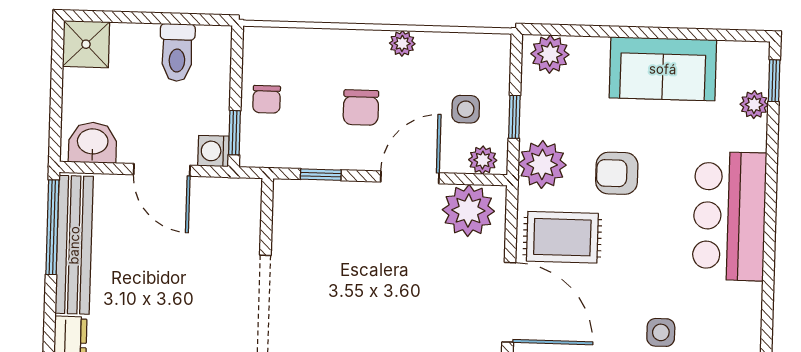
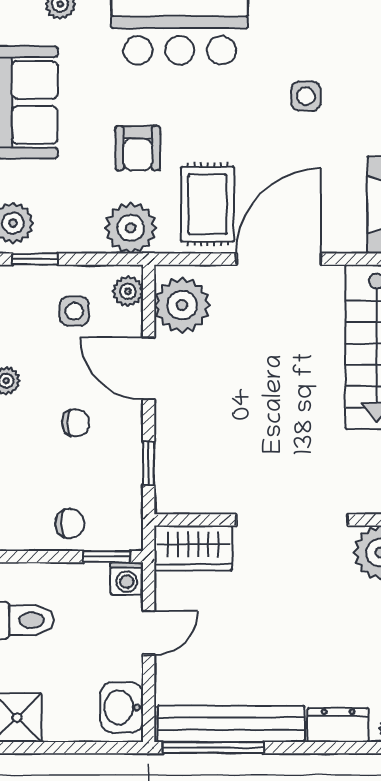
chair: (361, 107) -> (76, 423), width x0.73, depth x0.73
window: (514, 117) -> (35, 259), moved
door: (162, 170) -> (149, 633), width x0.73
wardrobe: (240, 214) -> (193, 548), added

